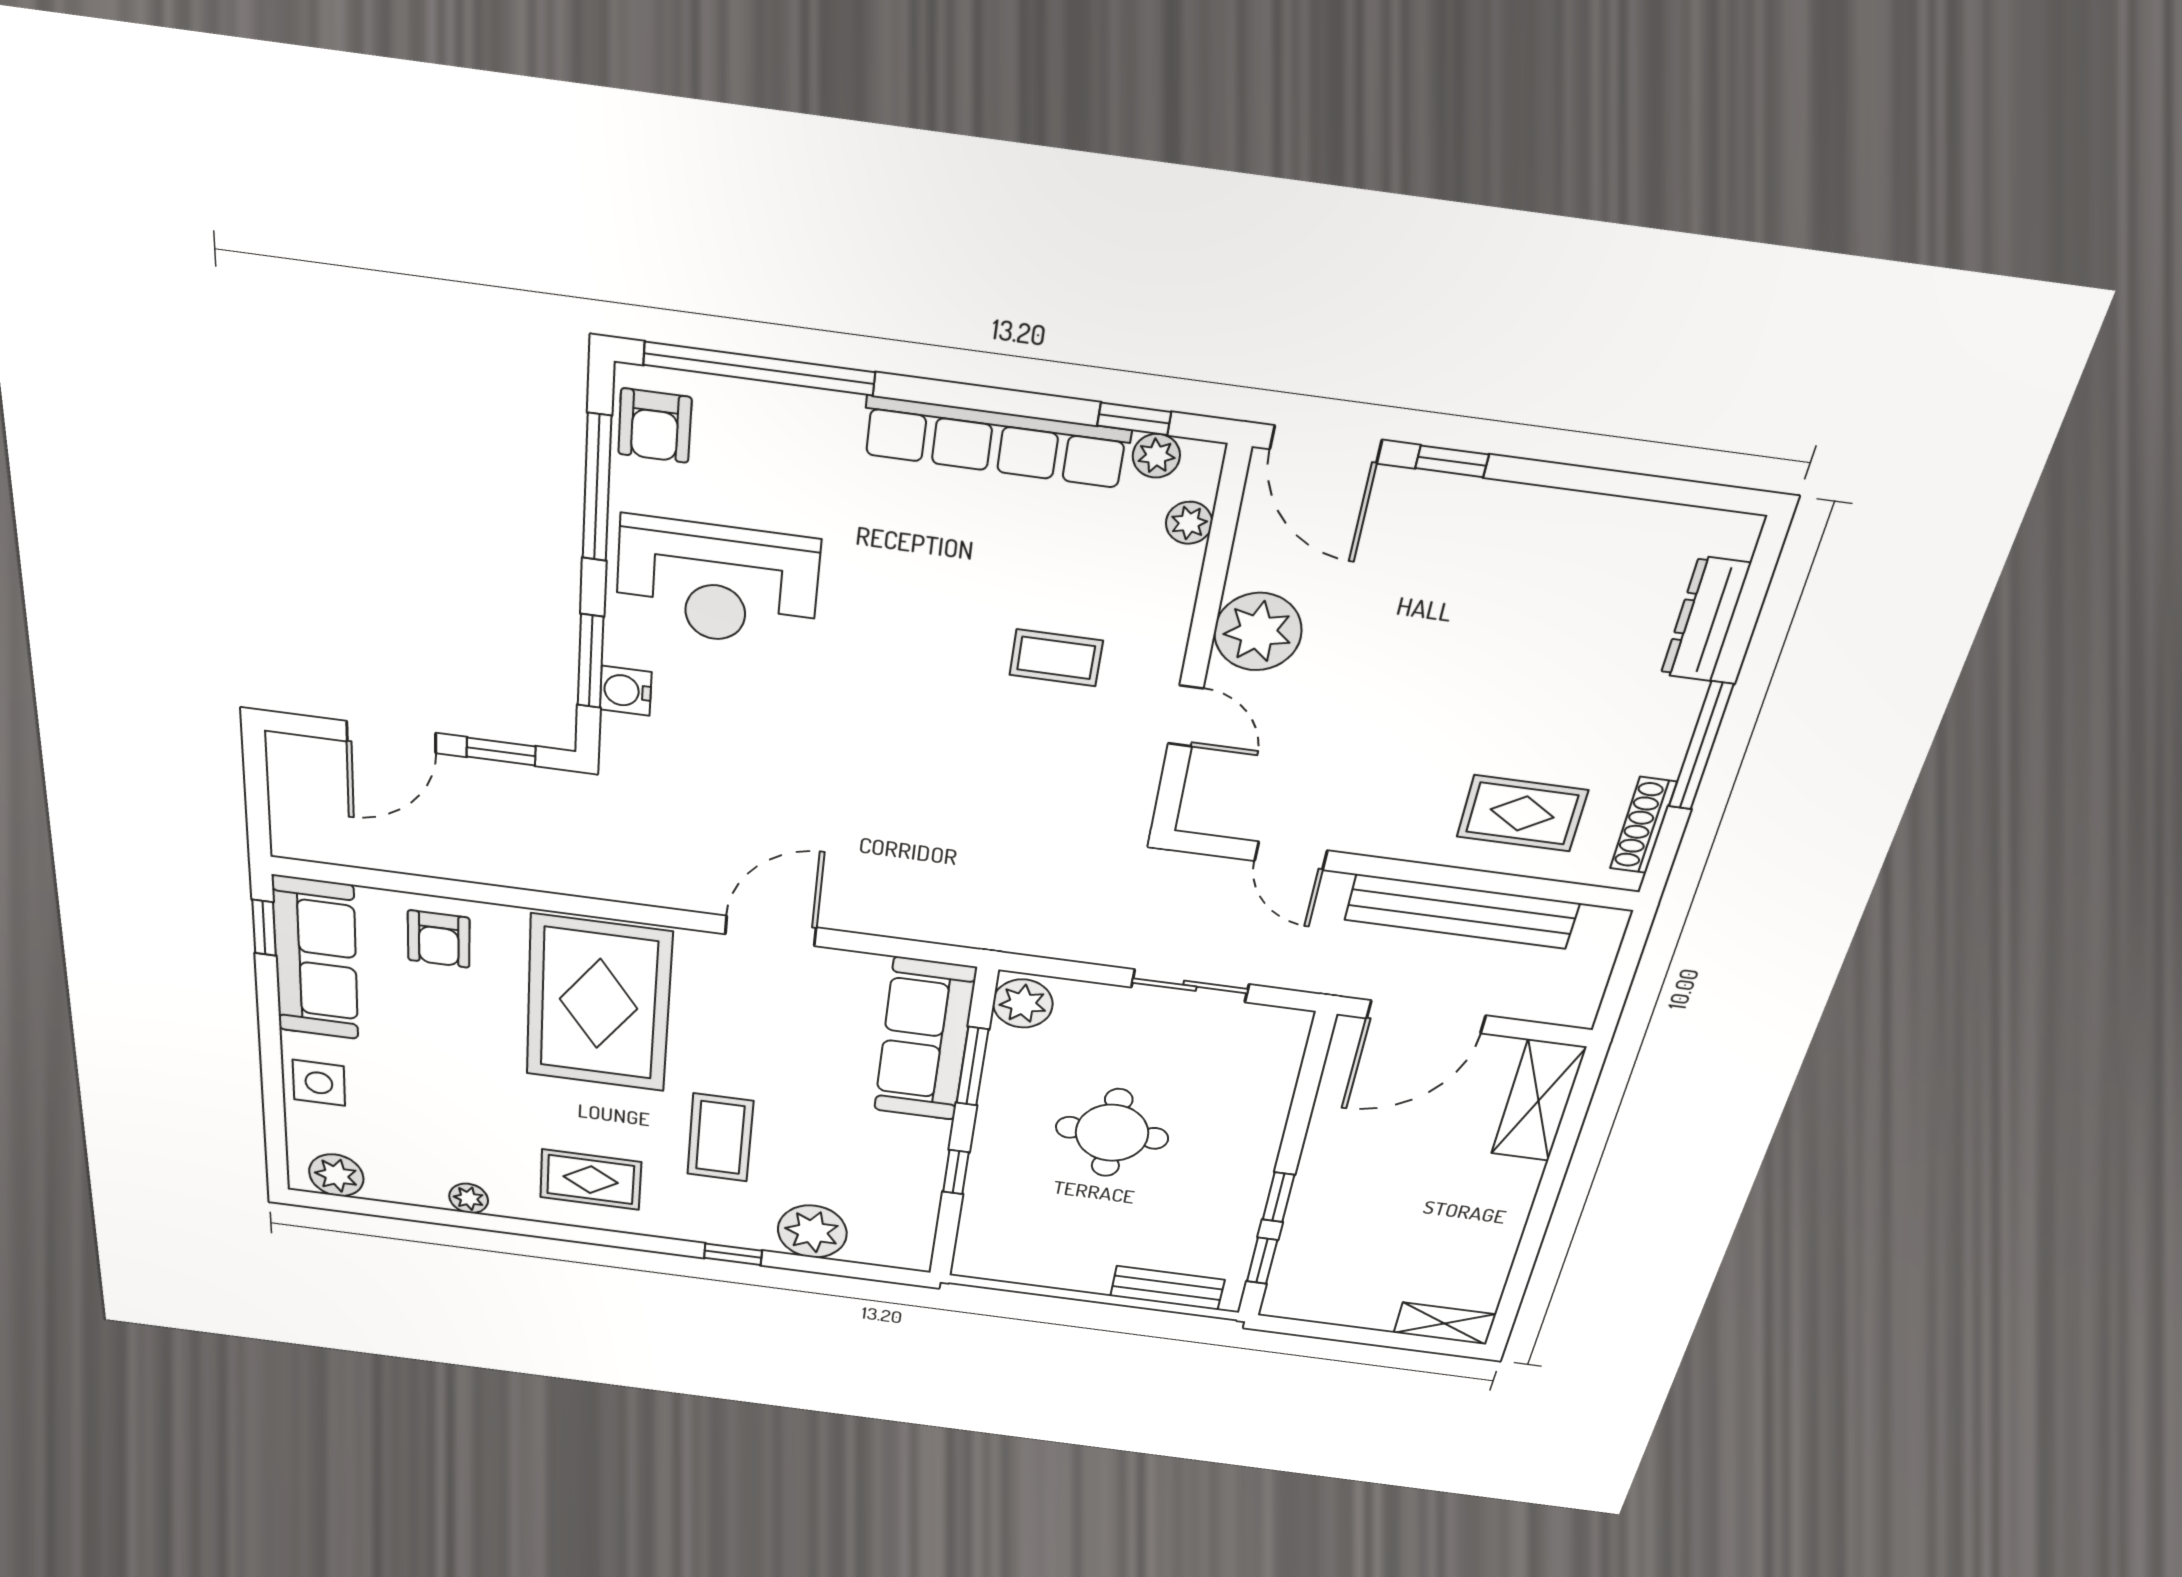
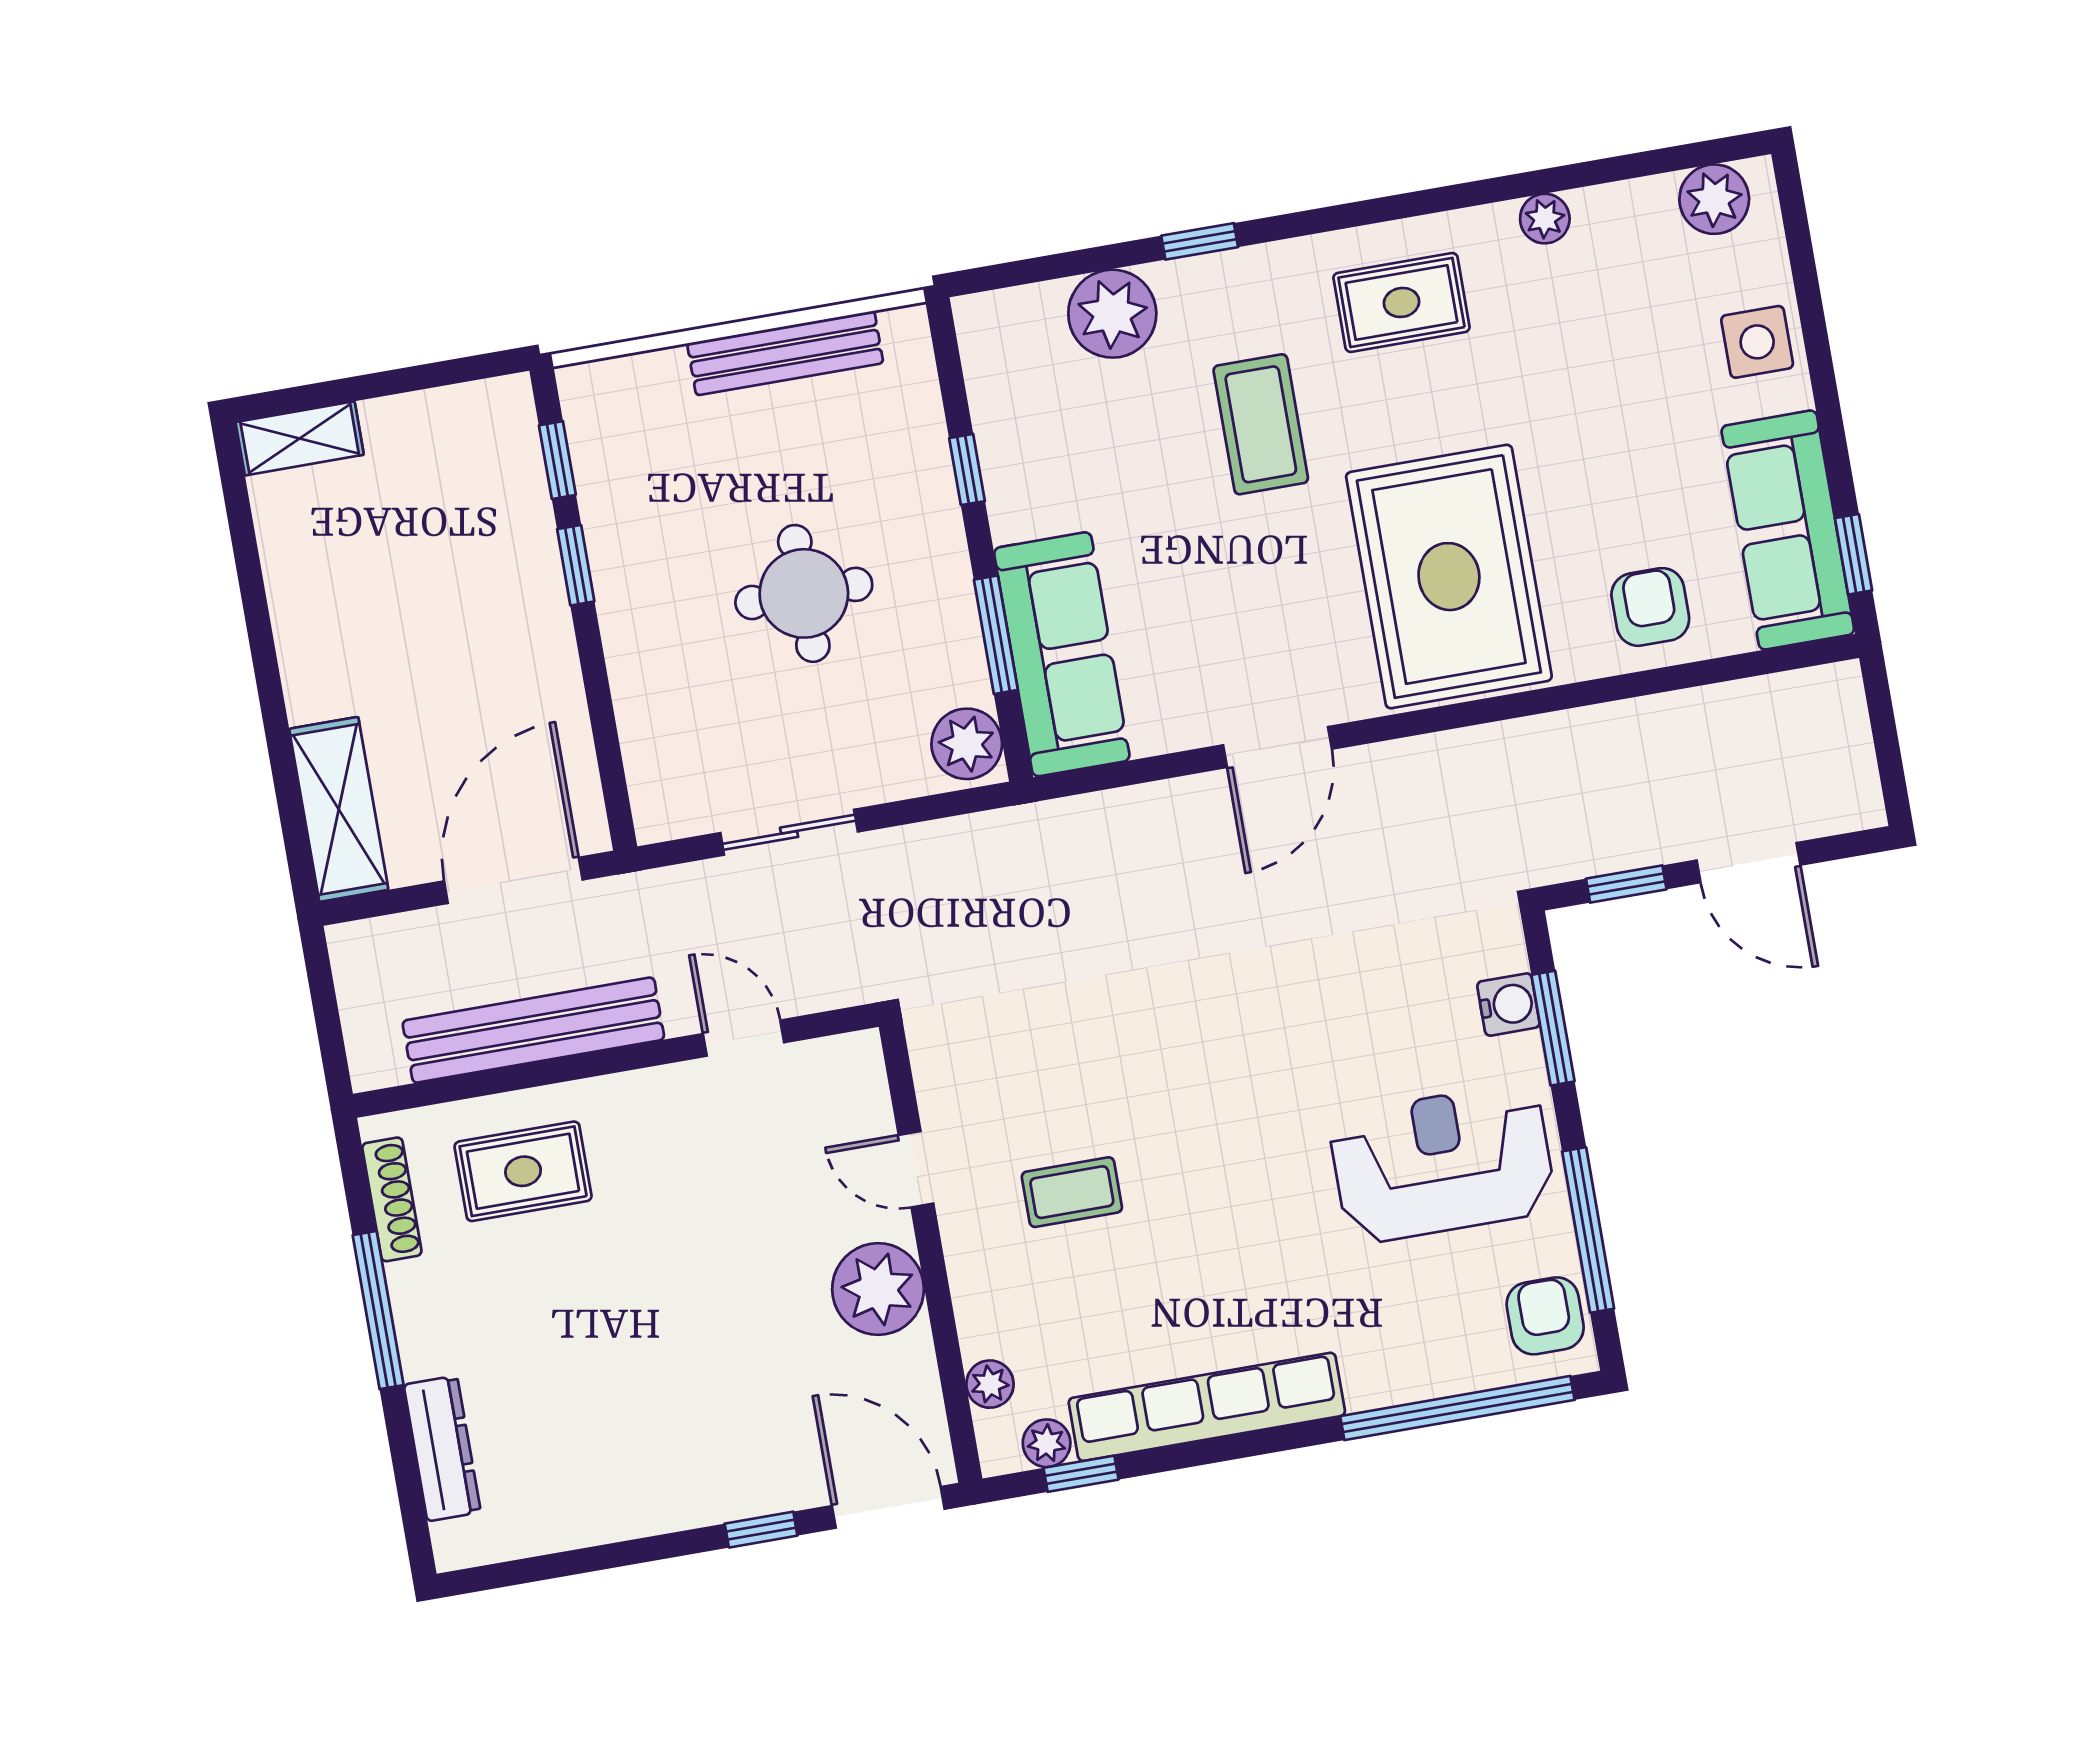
door: (391, 737) -> (1748, 863), swing flipped
bench: (1167, 1288) -> (785, 353), moved, width x1.36

